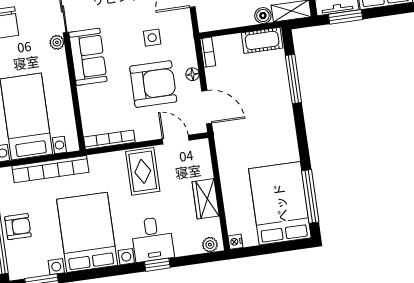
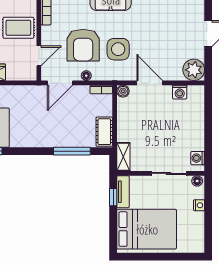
boiler: (263, 16) -> (123, 91), moved
window: (346, 17) -> (113, 197), width x0.67
side table: (152, 38) -> (118, 49), width x1.87, depth x1.87

